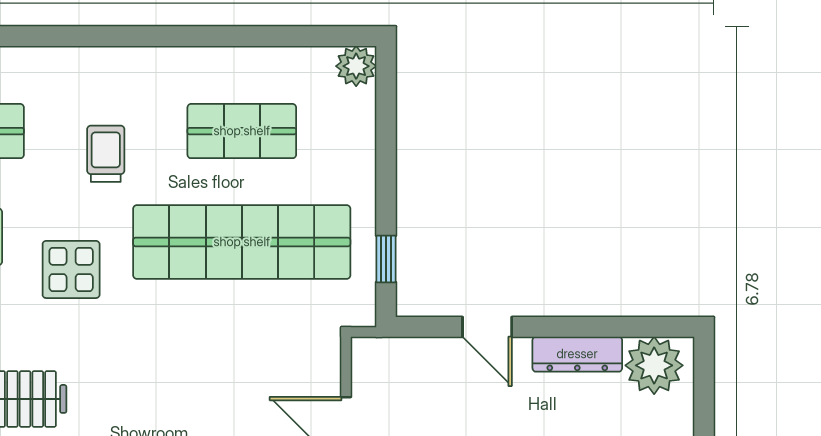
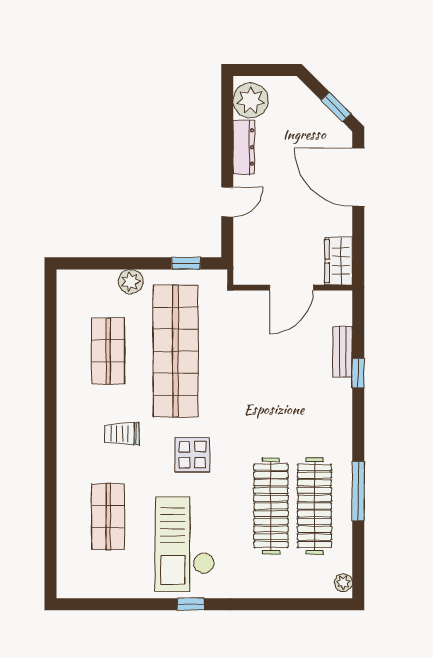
plant: (356, 66) -> (131, 282), moved

